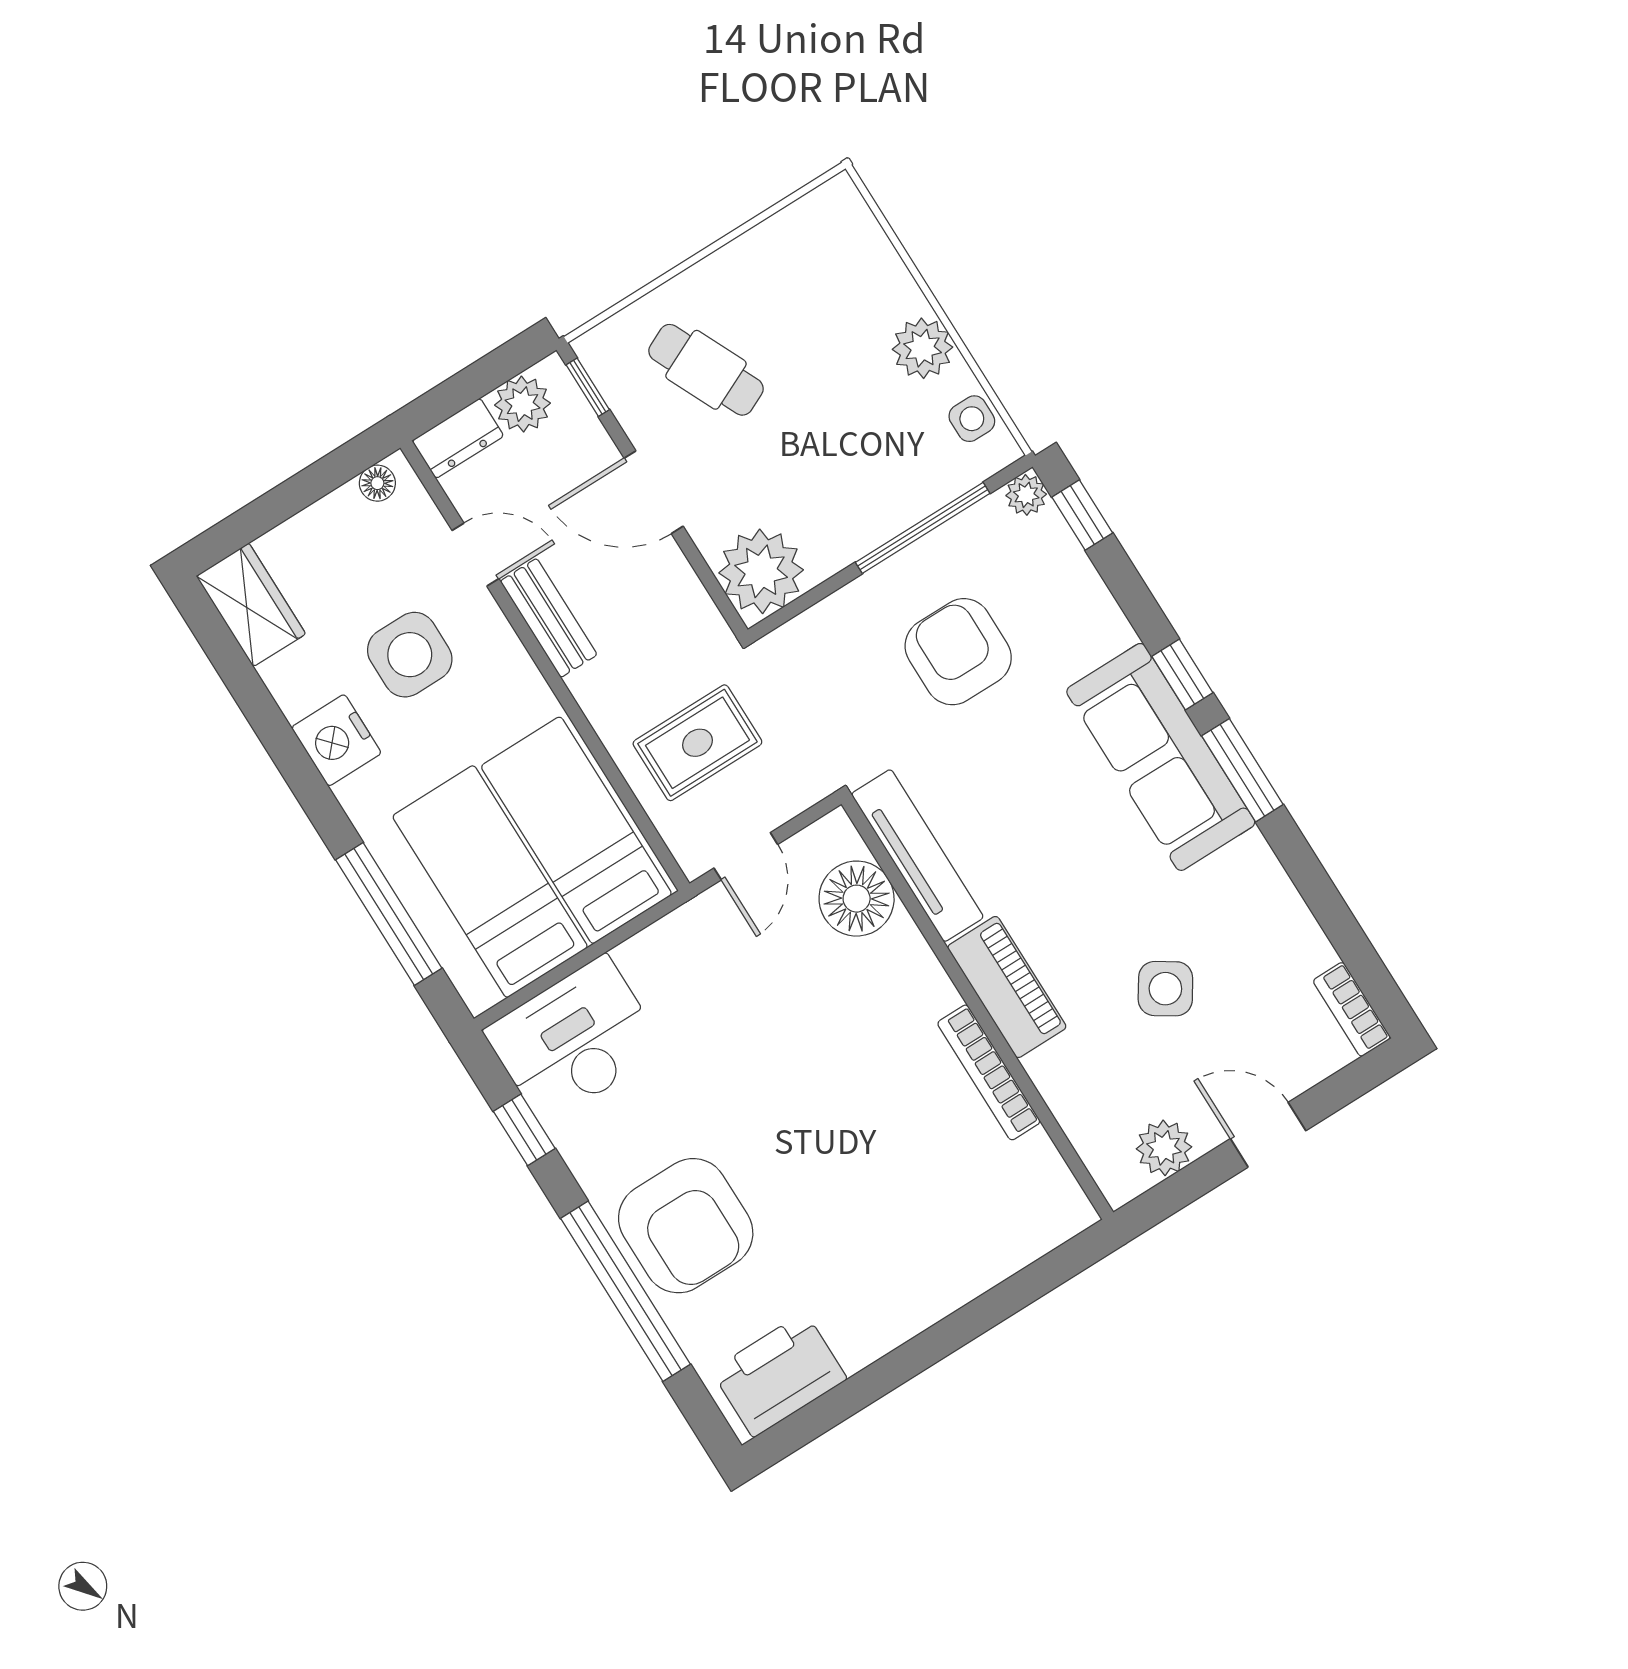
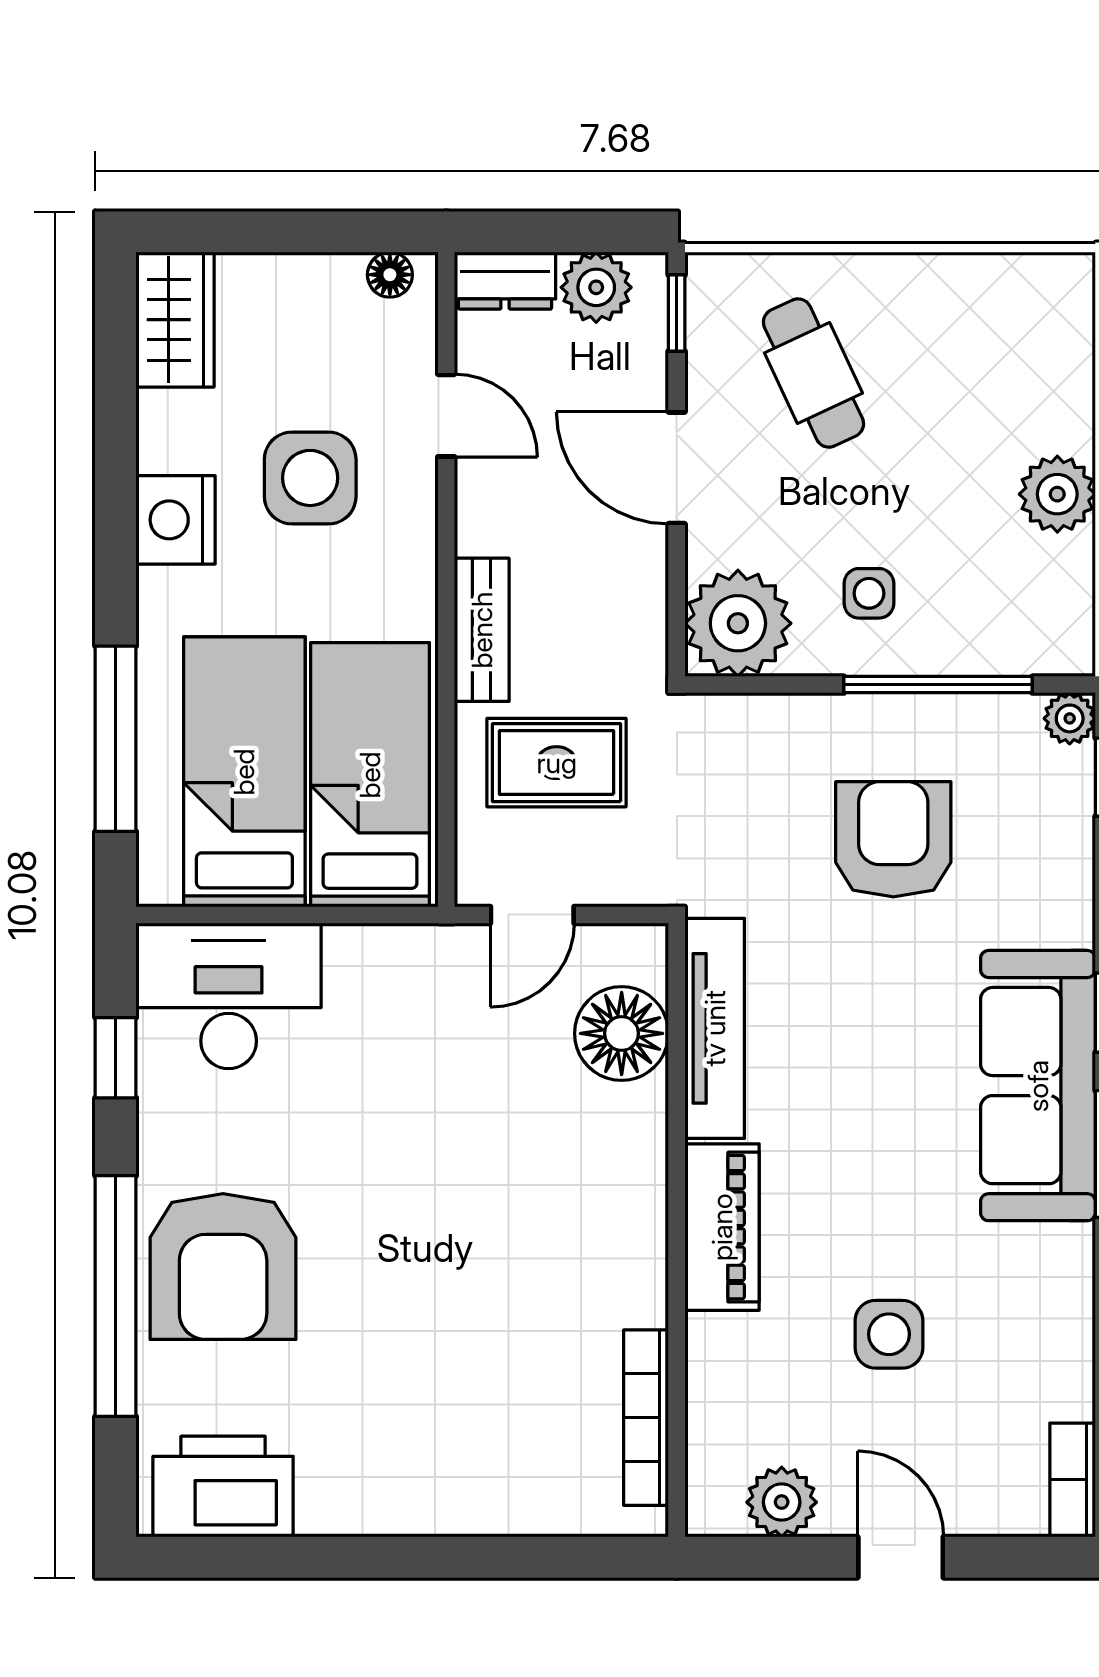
side table: (972, 419) -> (869, 593), moved
bench: (549, 618) -> (482, 630), moved
side table: (1165, 989) -> (889, 1334), turned -33
bookcase: (989, 1072) -> (646, 1418), moved

